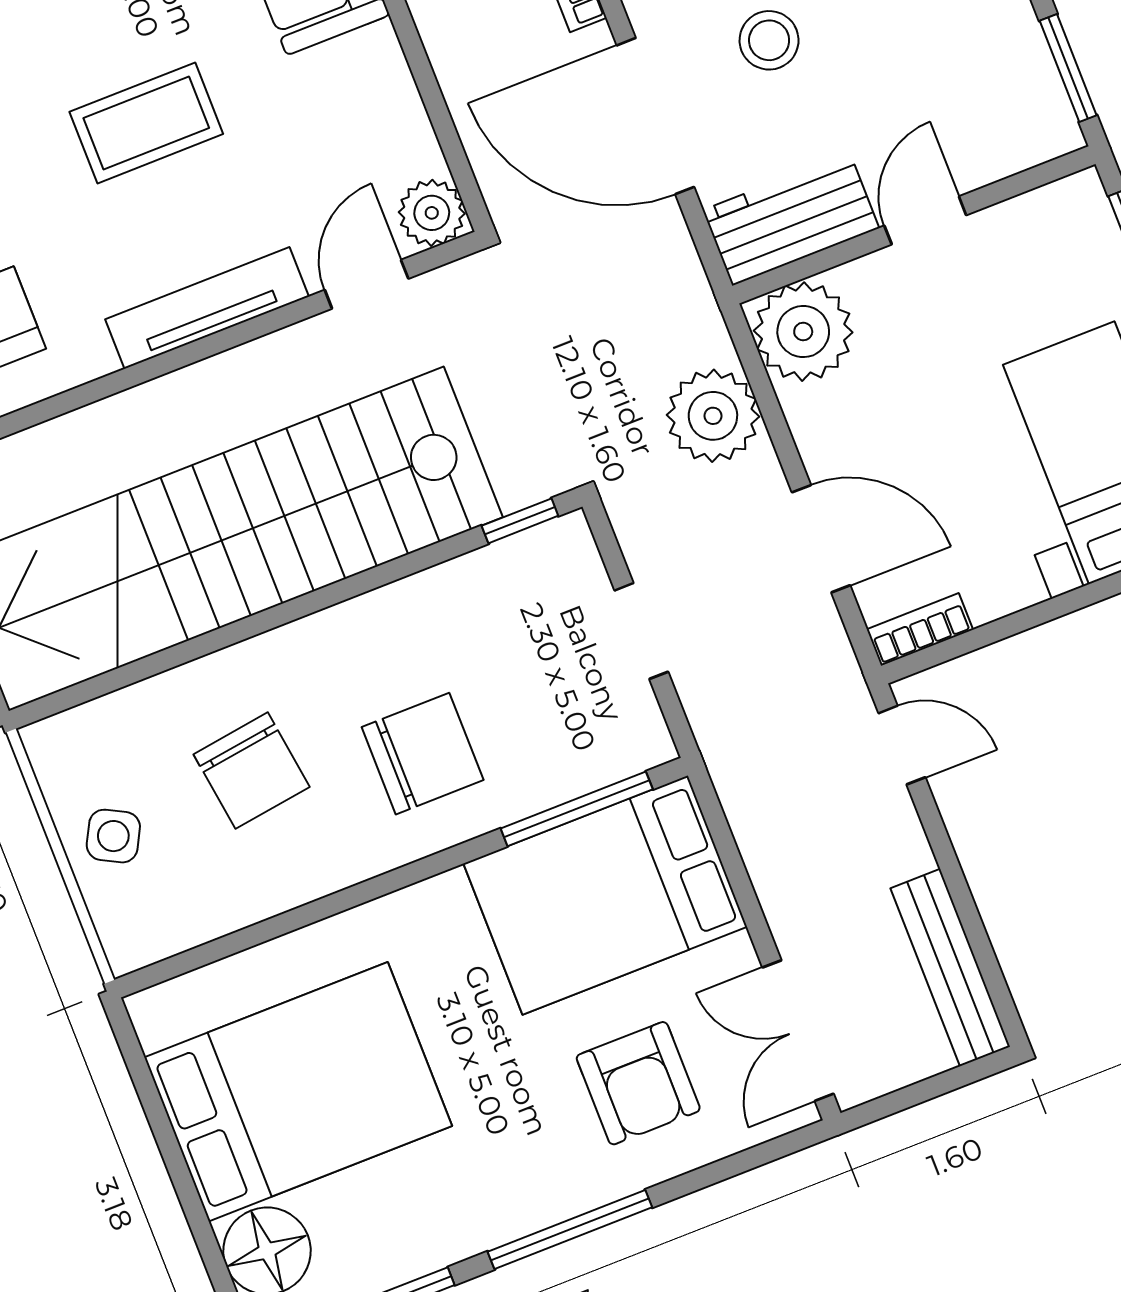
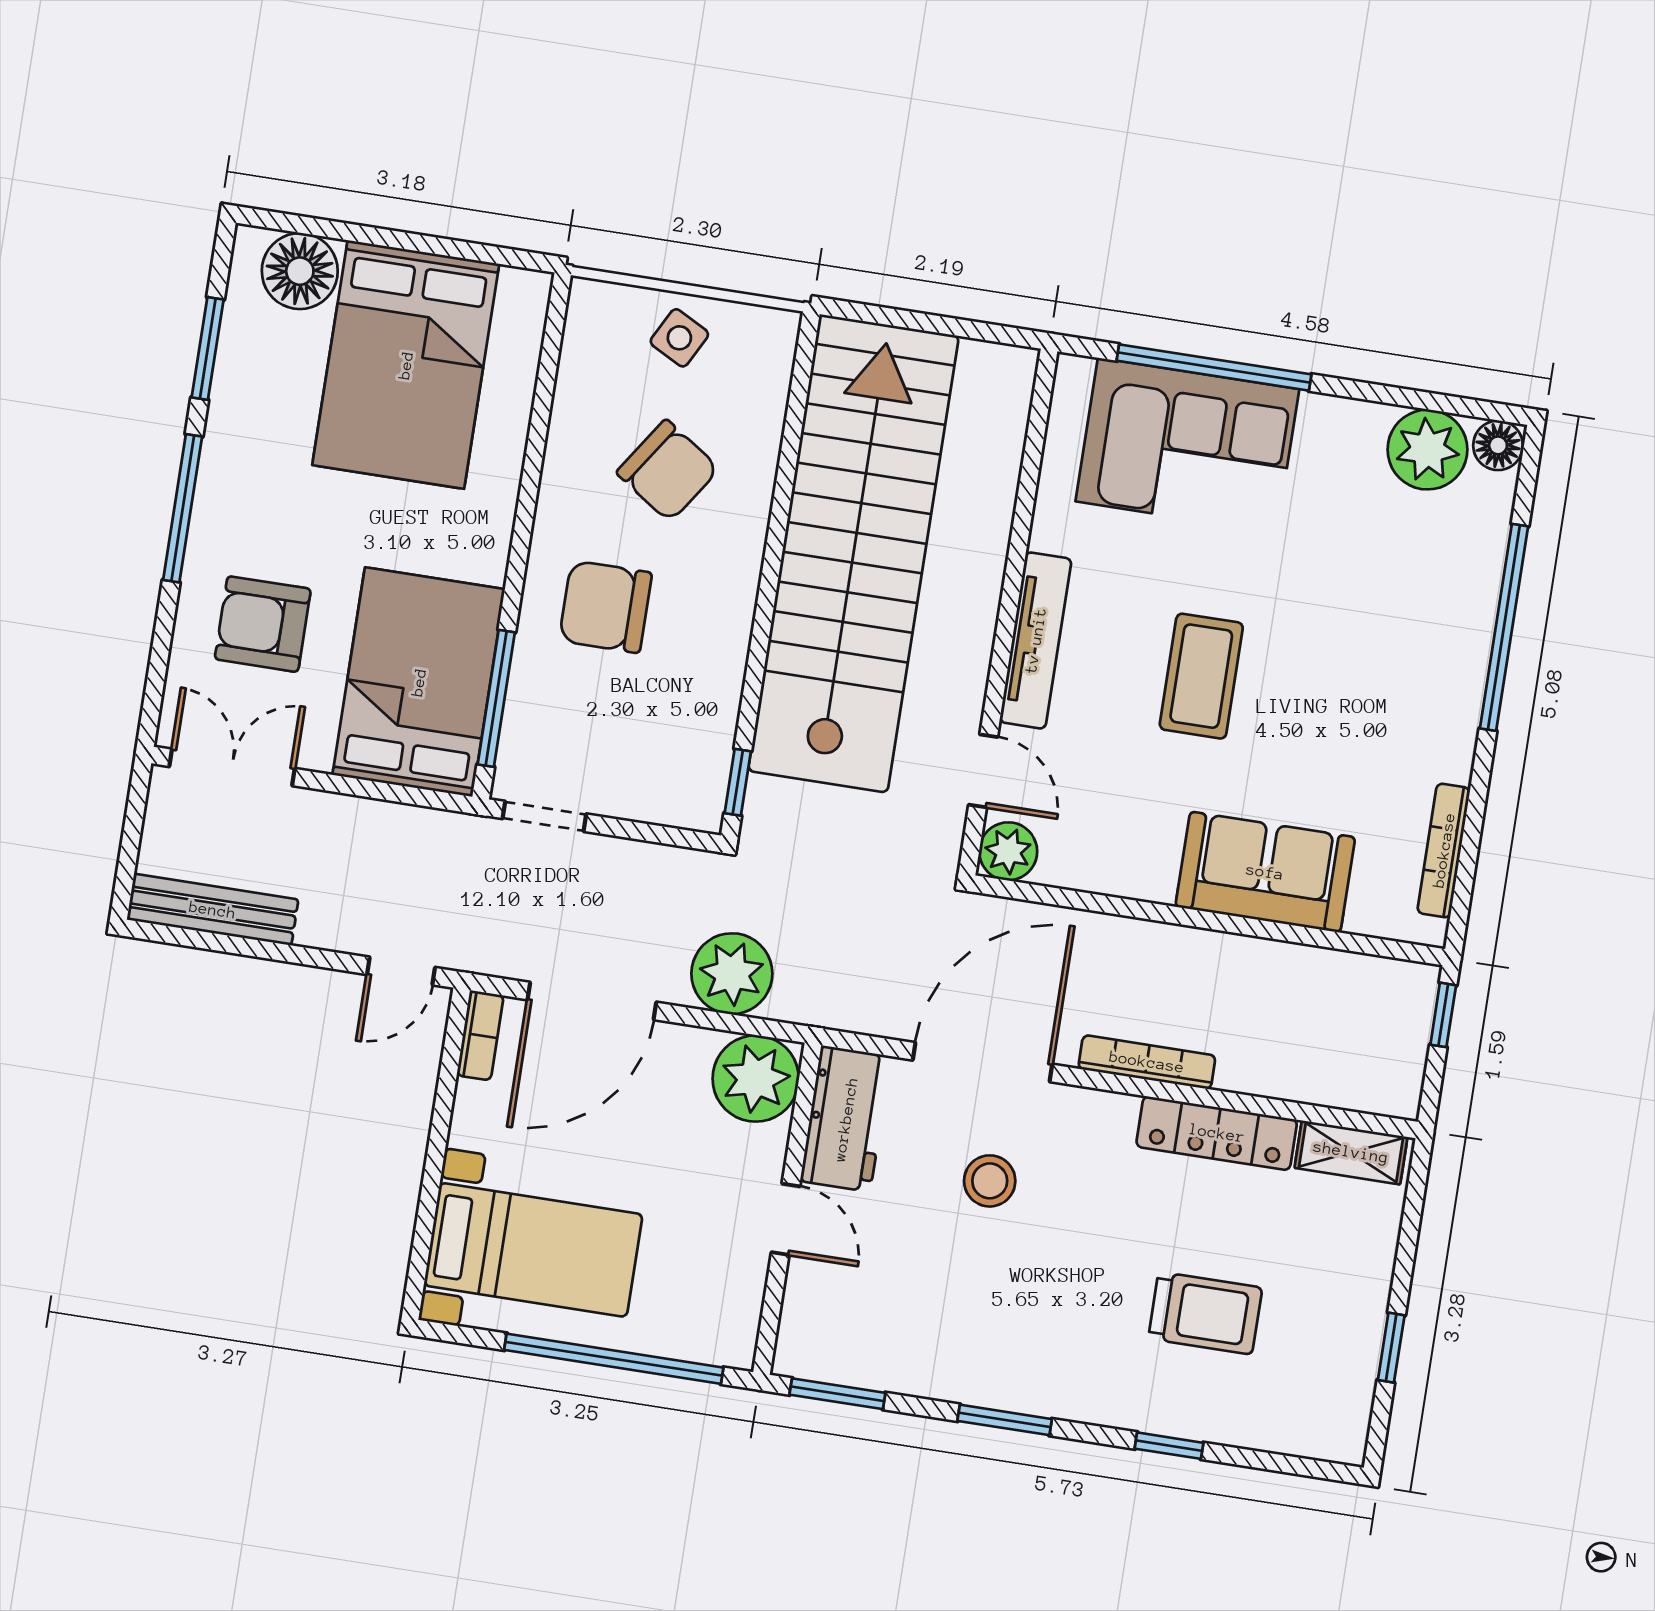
door: (821, 539) -> (592, 1001), width x1.36
doorway: (641, 631) -> (544, 816), moved
chair: (423, 754) -> (605, 607), turned 90
chair: (252, 771) -> (668, 471), turned -138

